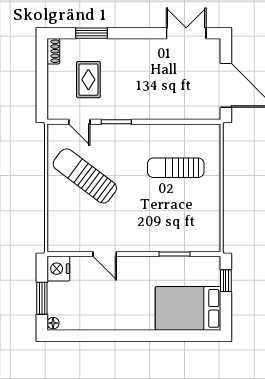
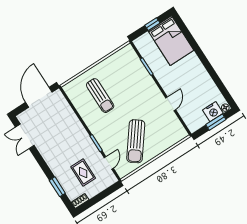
rug: (88, 80) -> (83, 173), turned 90
nightstand: (58, 269) -> (213, 112), moved
window: (226, 281) -> (152, 24), moved

